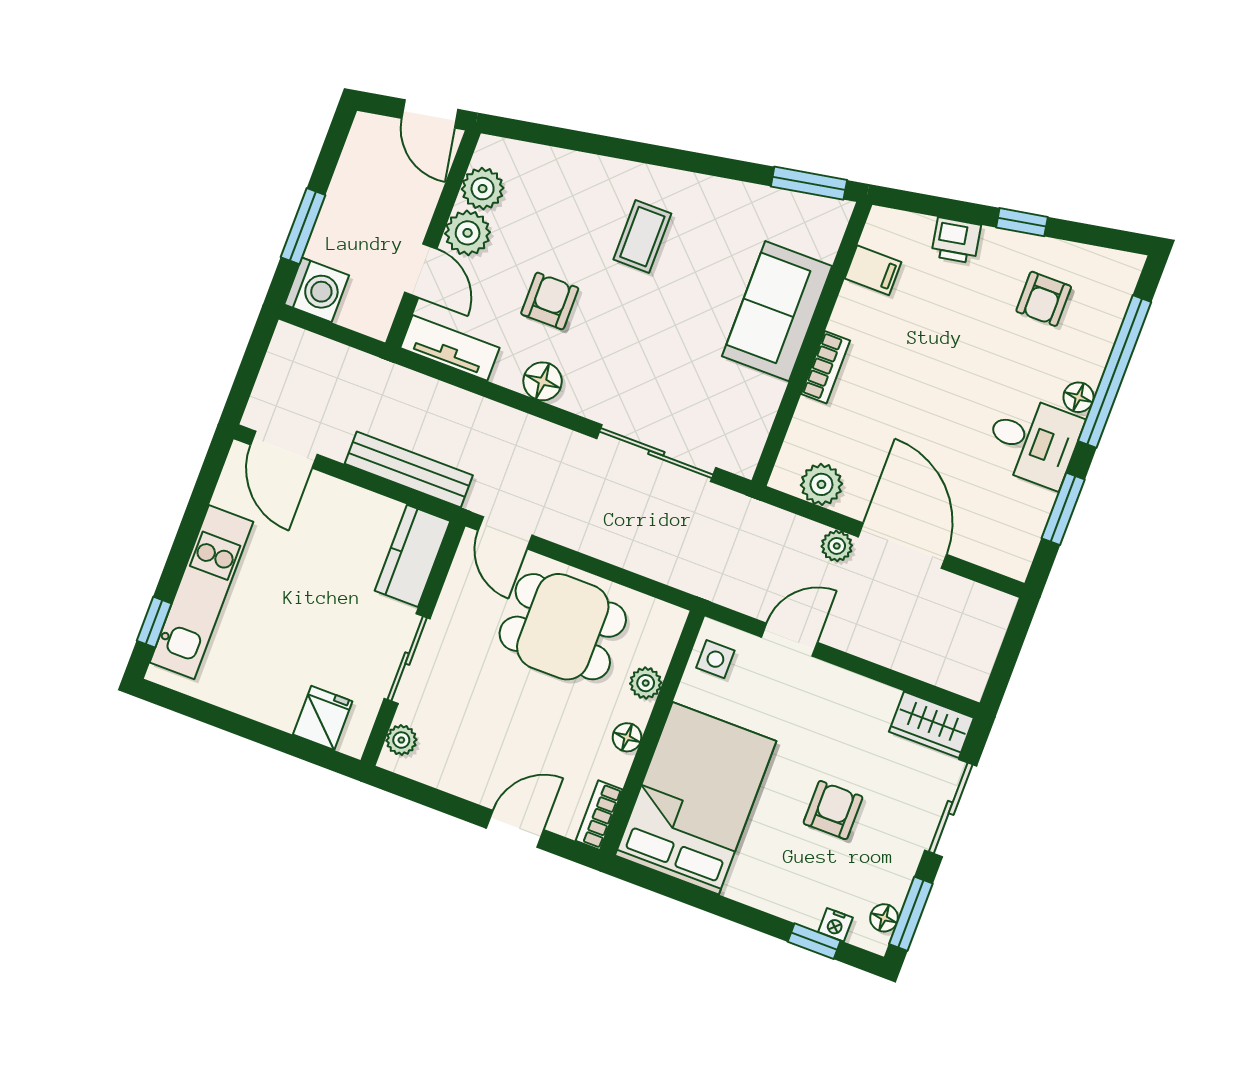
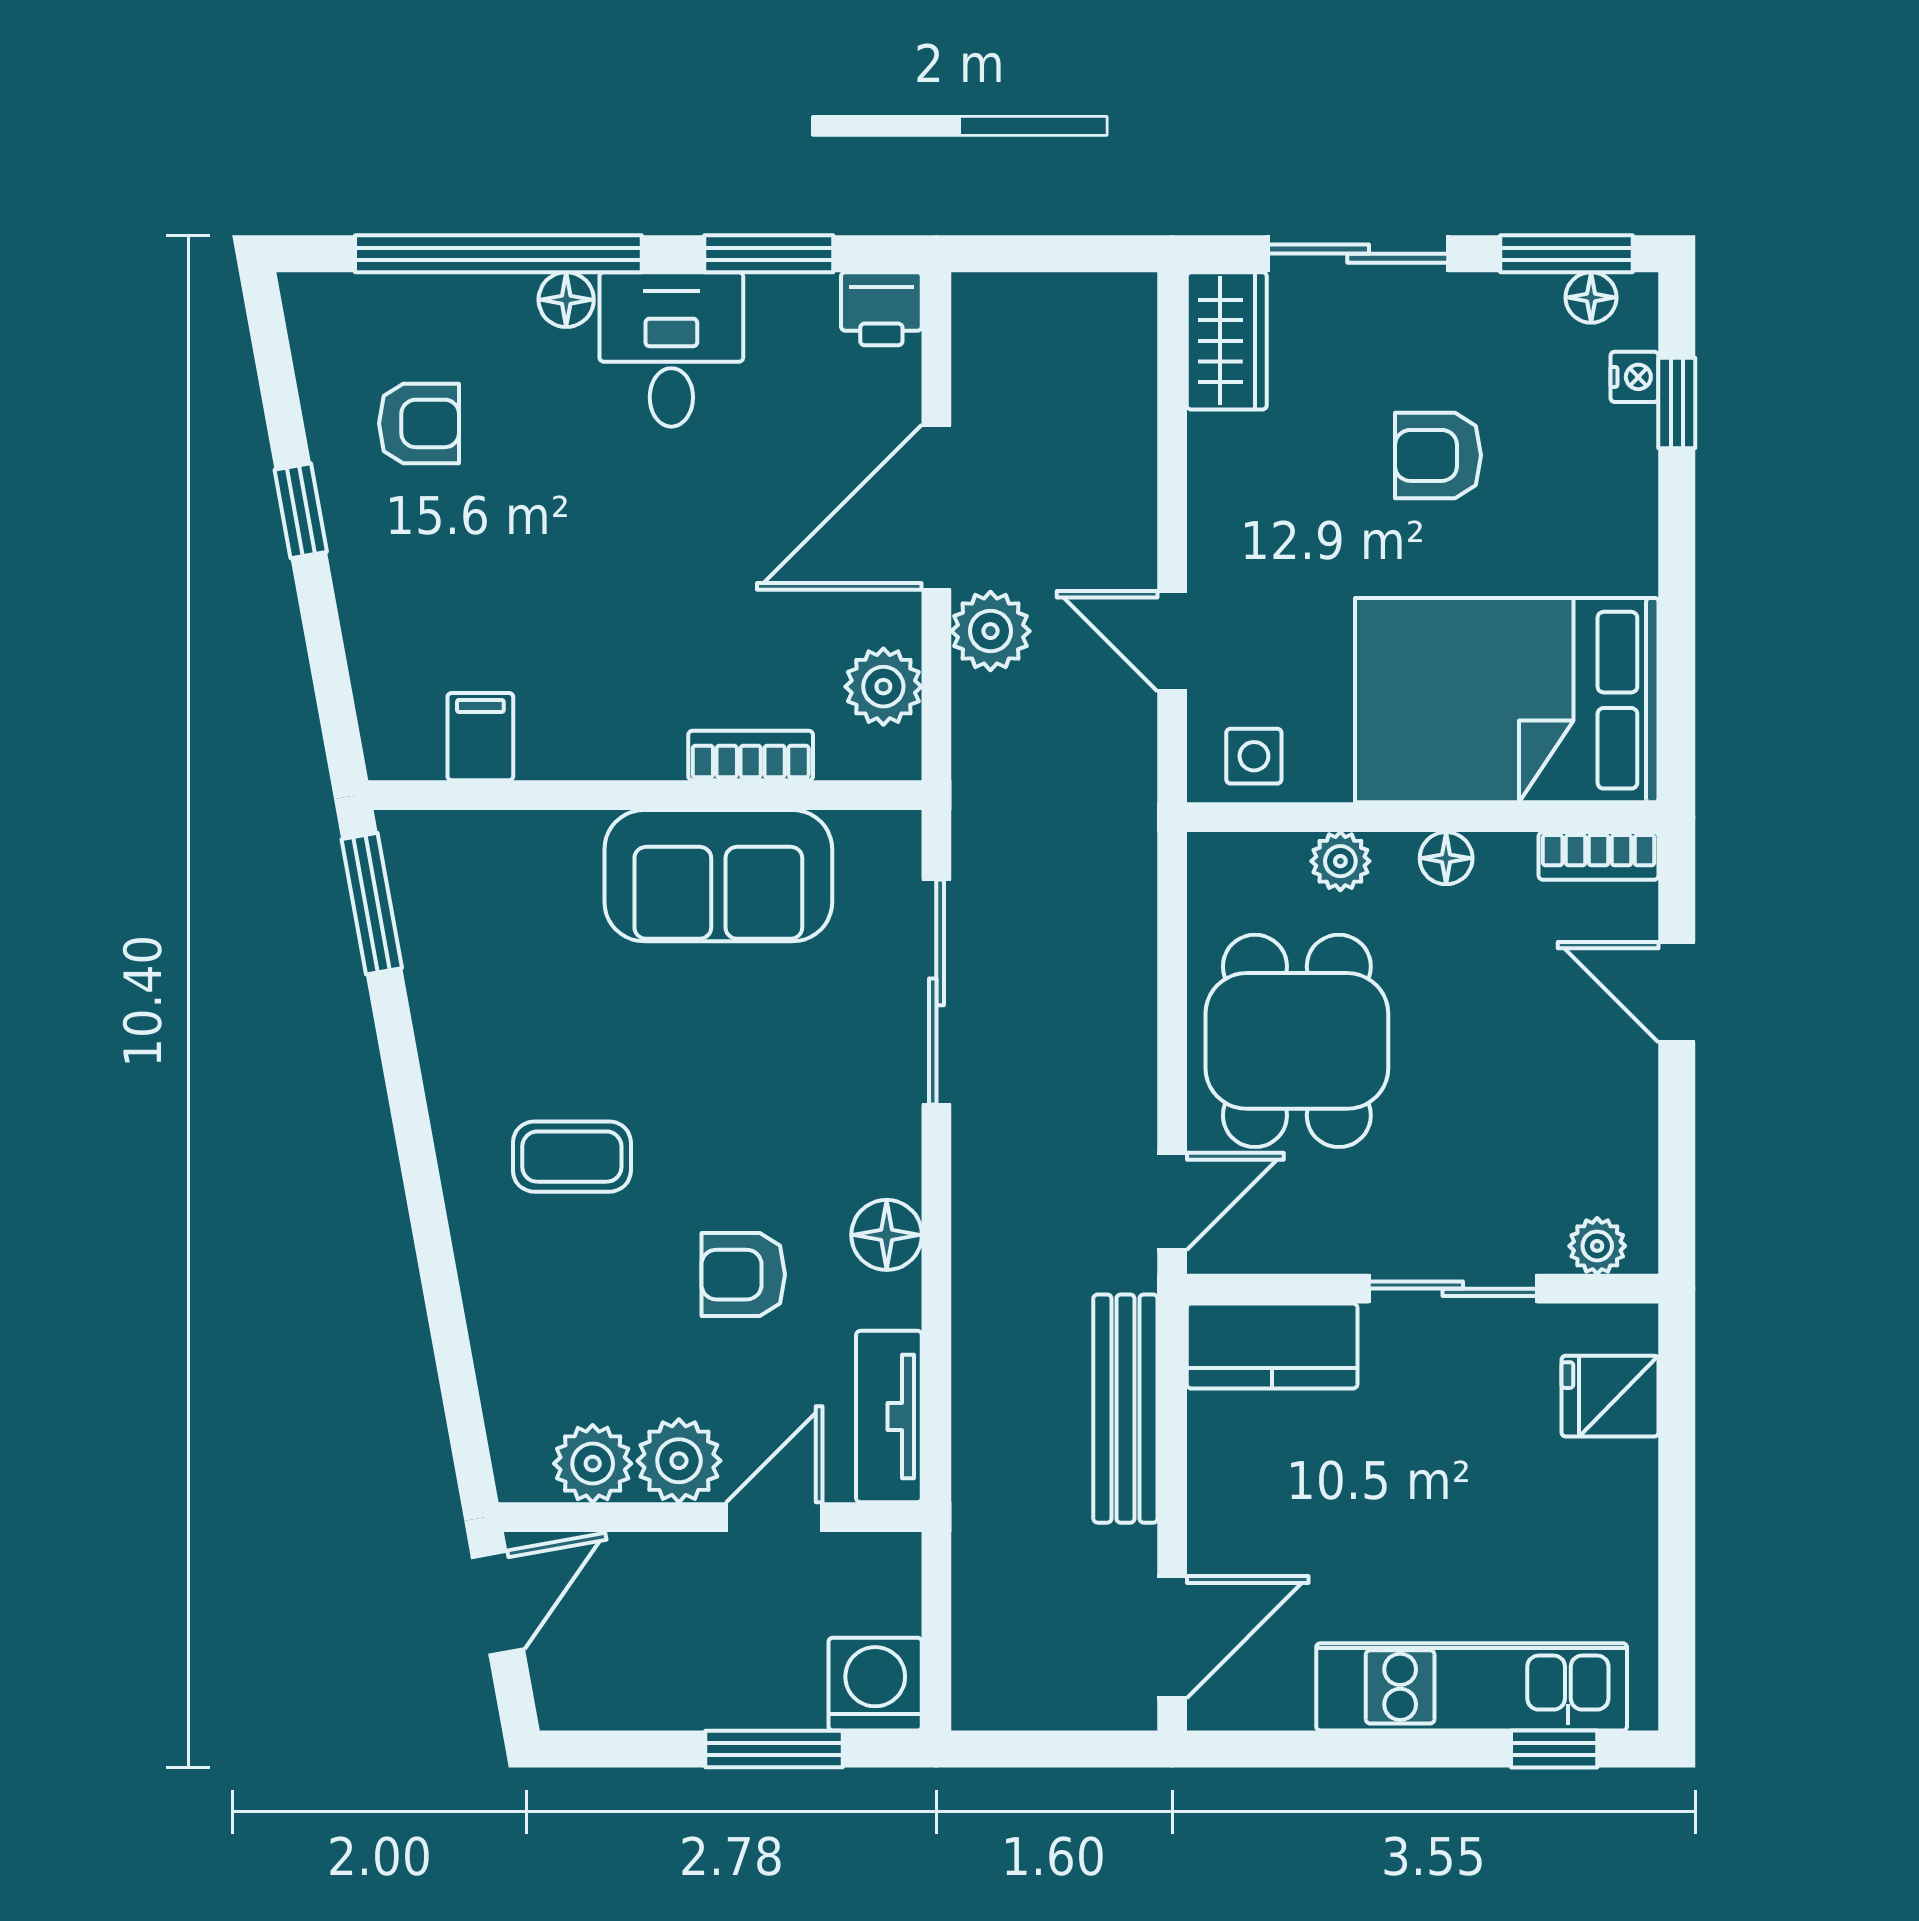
printer: (956, 240) -> (881, 309), moved, turned 100
sofa: (777, 311) -> (718, 876), moved
bookcase: (826, 367) -> (751, 755), moved
plant: (837, 546) -> (990, 631), width x1.38, depth x1.38

